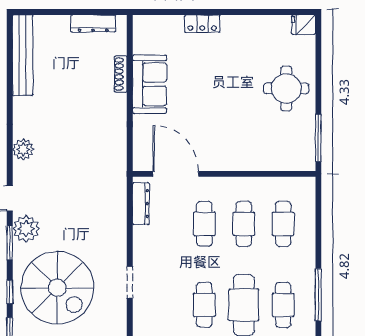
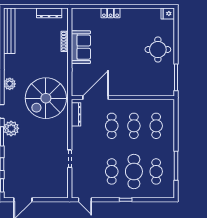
door: (176, 174) -> (96, 98), hinge flipped
spiral stairs: (57, 288) -> (46, 98), moved, turned 90

